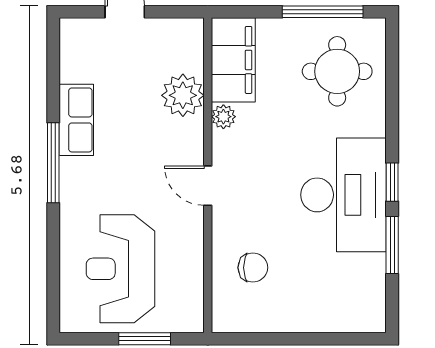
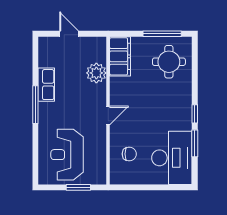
plant: (223, 117) -> (115, 83), removed
door: (208, 186) -> (108, 115), swing flipped
desk: (344, 195) -> (172, 158), moved

